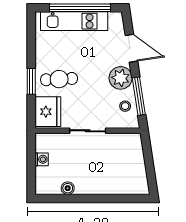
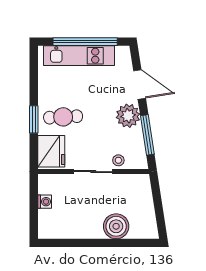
stool: (125, 106) -> (118, 160), moved
boiler: (68, 188) -> (116, 226), moved, width x1.86, depth x1.86

